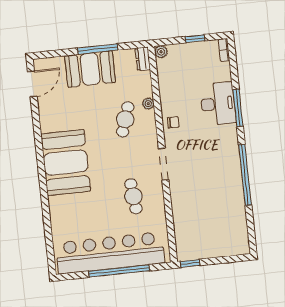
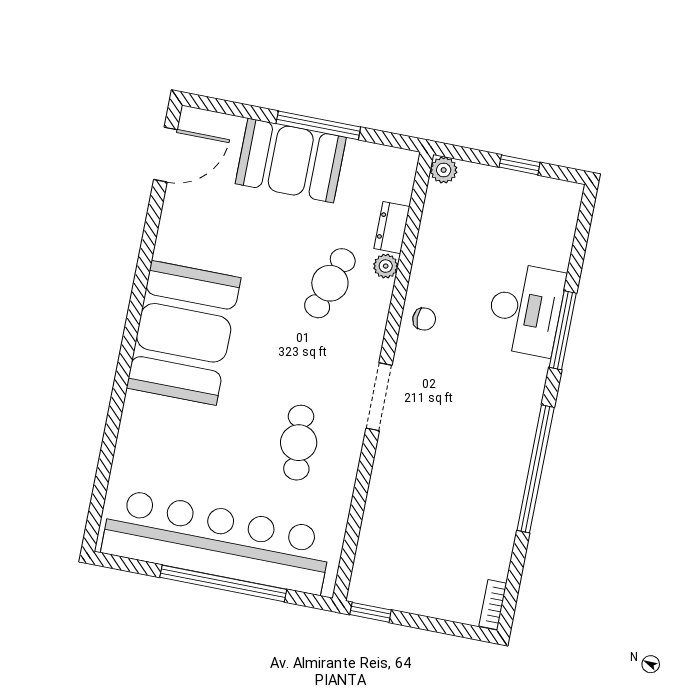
bookcase: (224, 50) -> (493, 605), moved
dresser: (143, 59) -> (392, 228), moved

